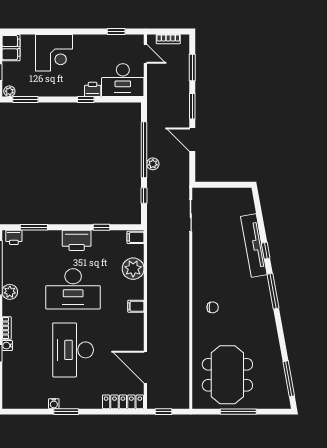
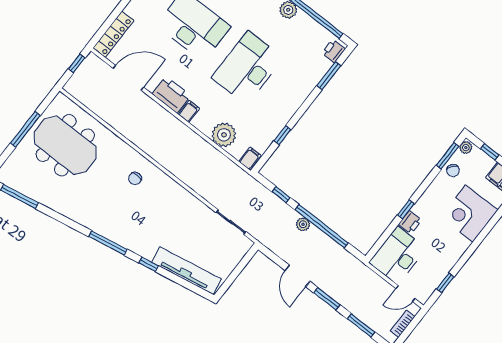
chair: (33, 88) -> (453, 170), added
door: (192, 140) -> (297, 276), swing flipped
printer: (77, 240) -> (171, 95), moved, turned 90
tv unit: (254, 245) -> (186, 271), moved

